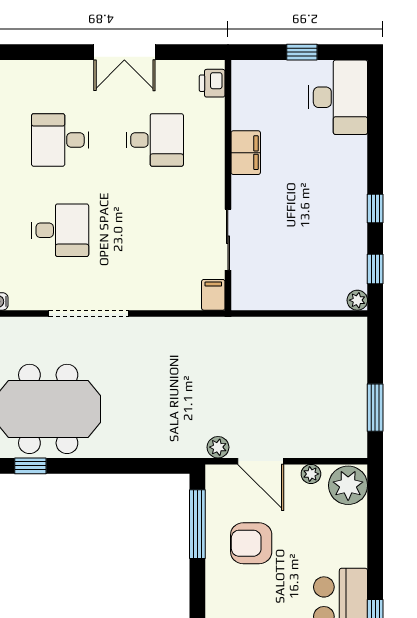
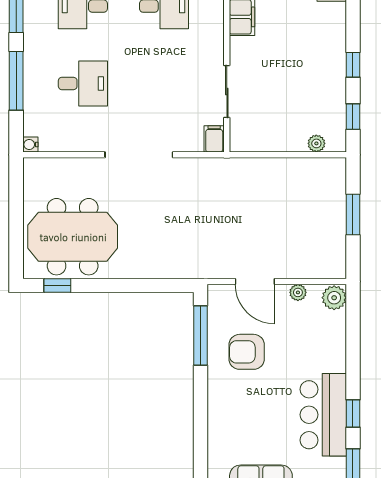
plant: (357, 300) -> (316, 143), moved
doorway: (89, 313) -> (139, 155), moved
window: (375, 408) -> (353, 215), moved
plant: (218, 447) -> (218, 270), removed
plant: (348, 485) -> (334, 298), width x0.73, depth x0.73

